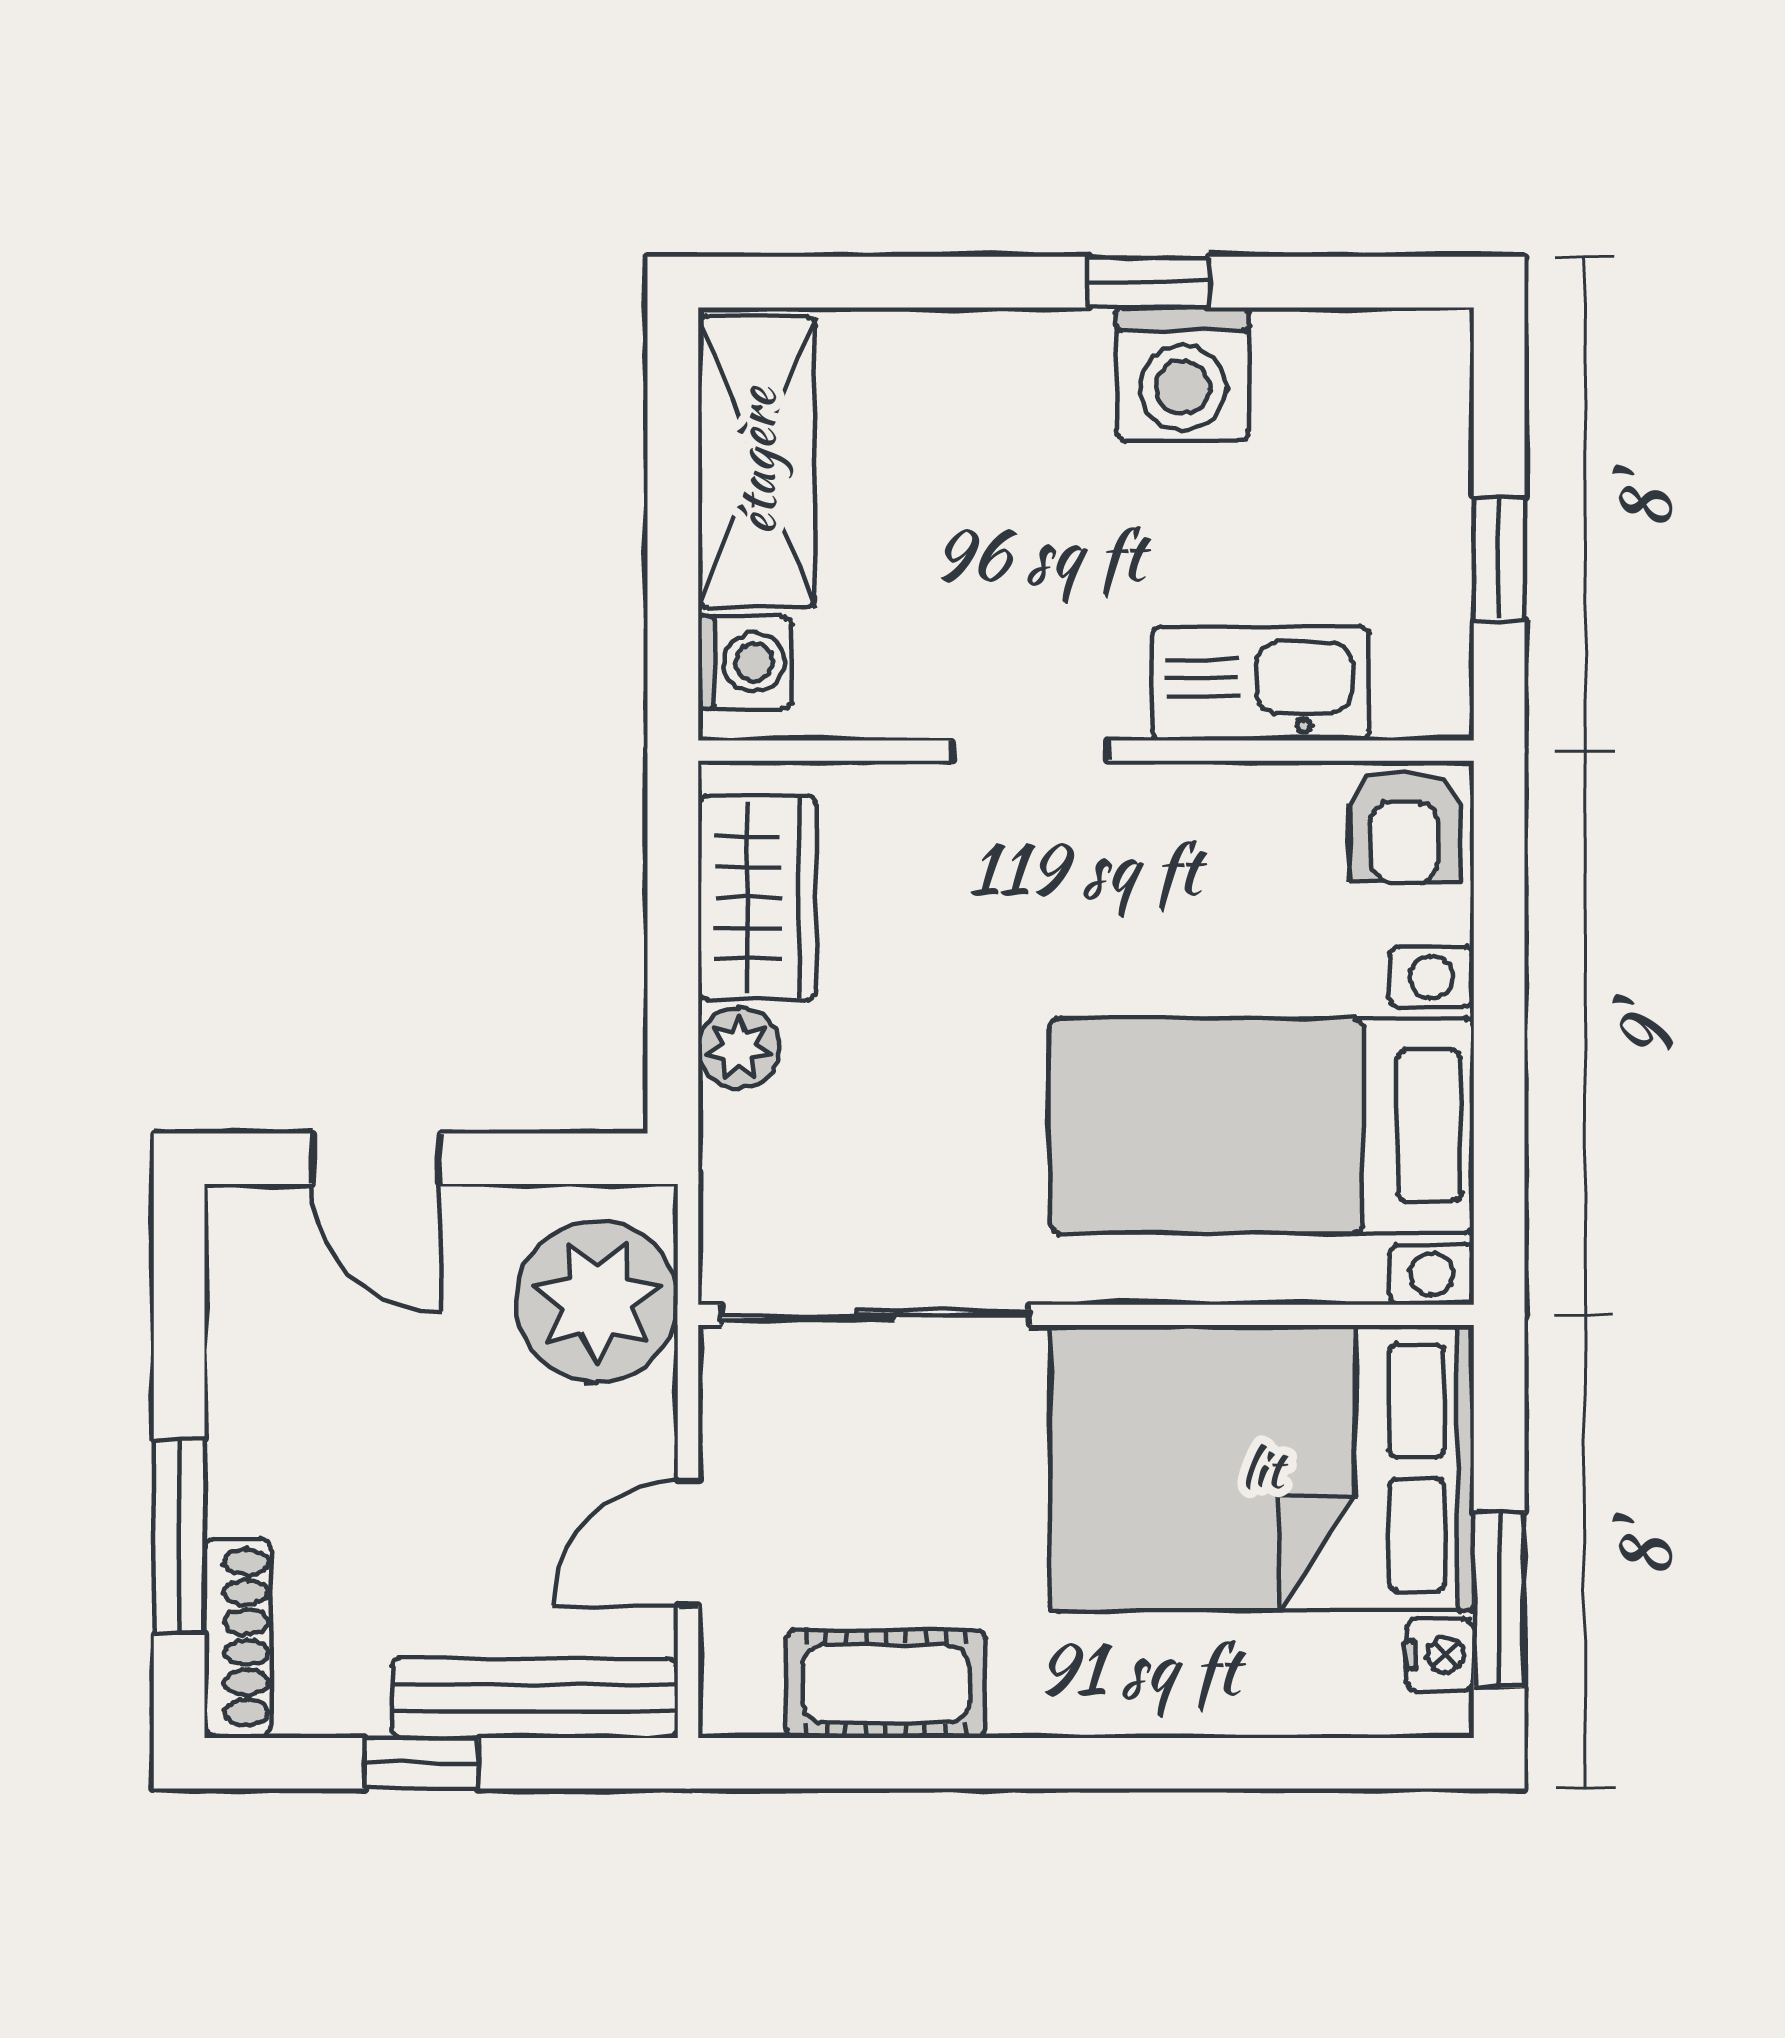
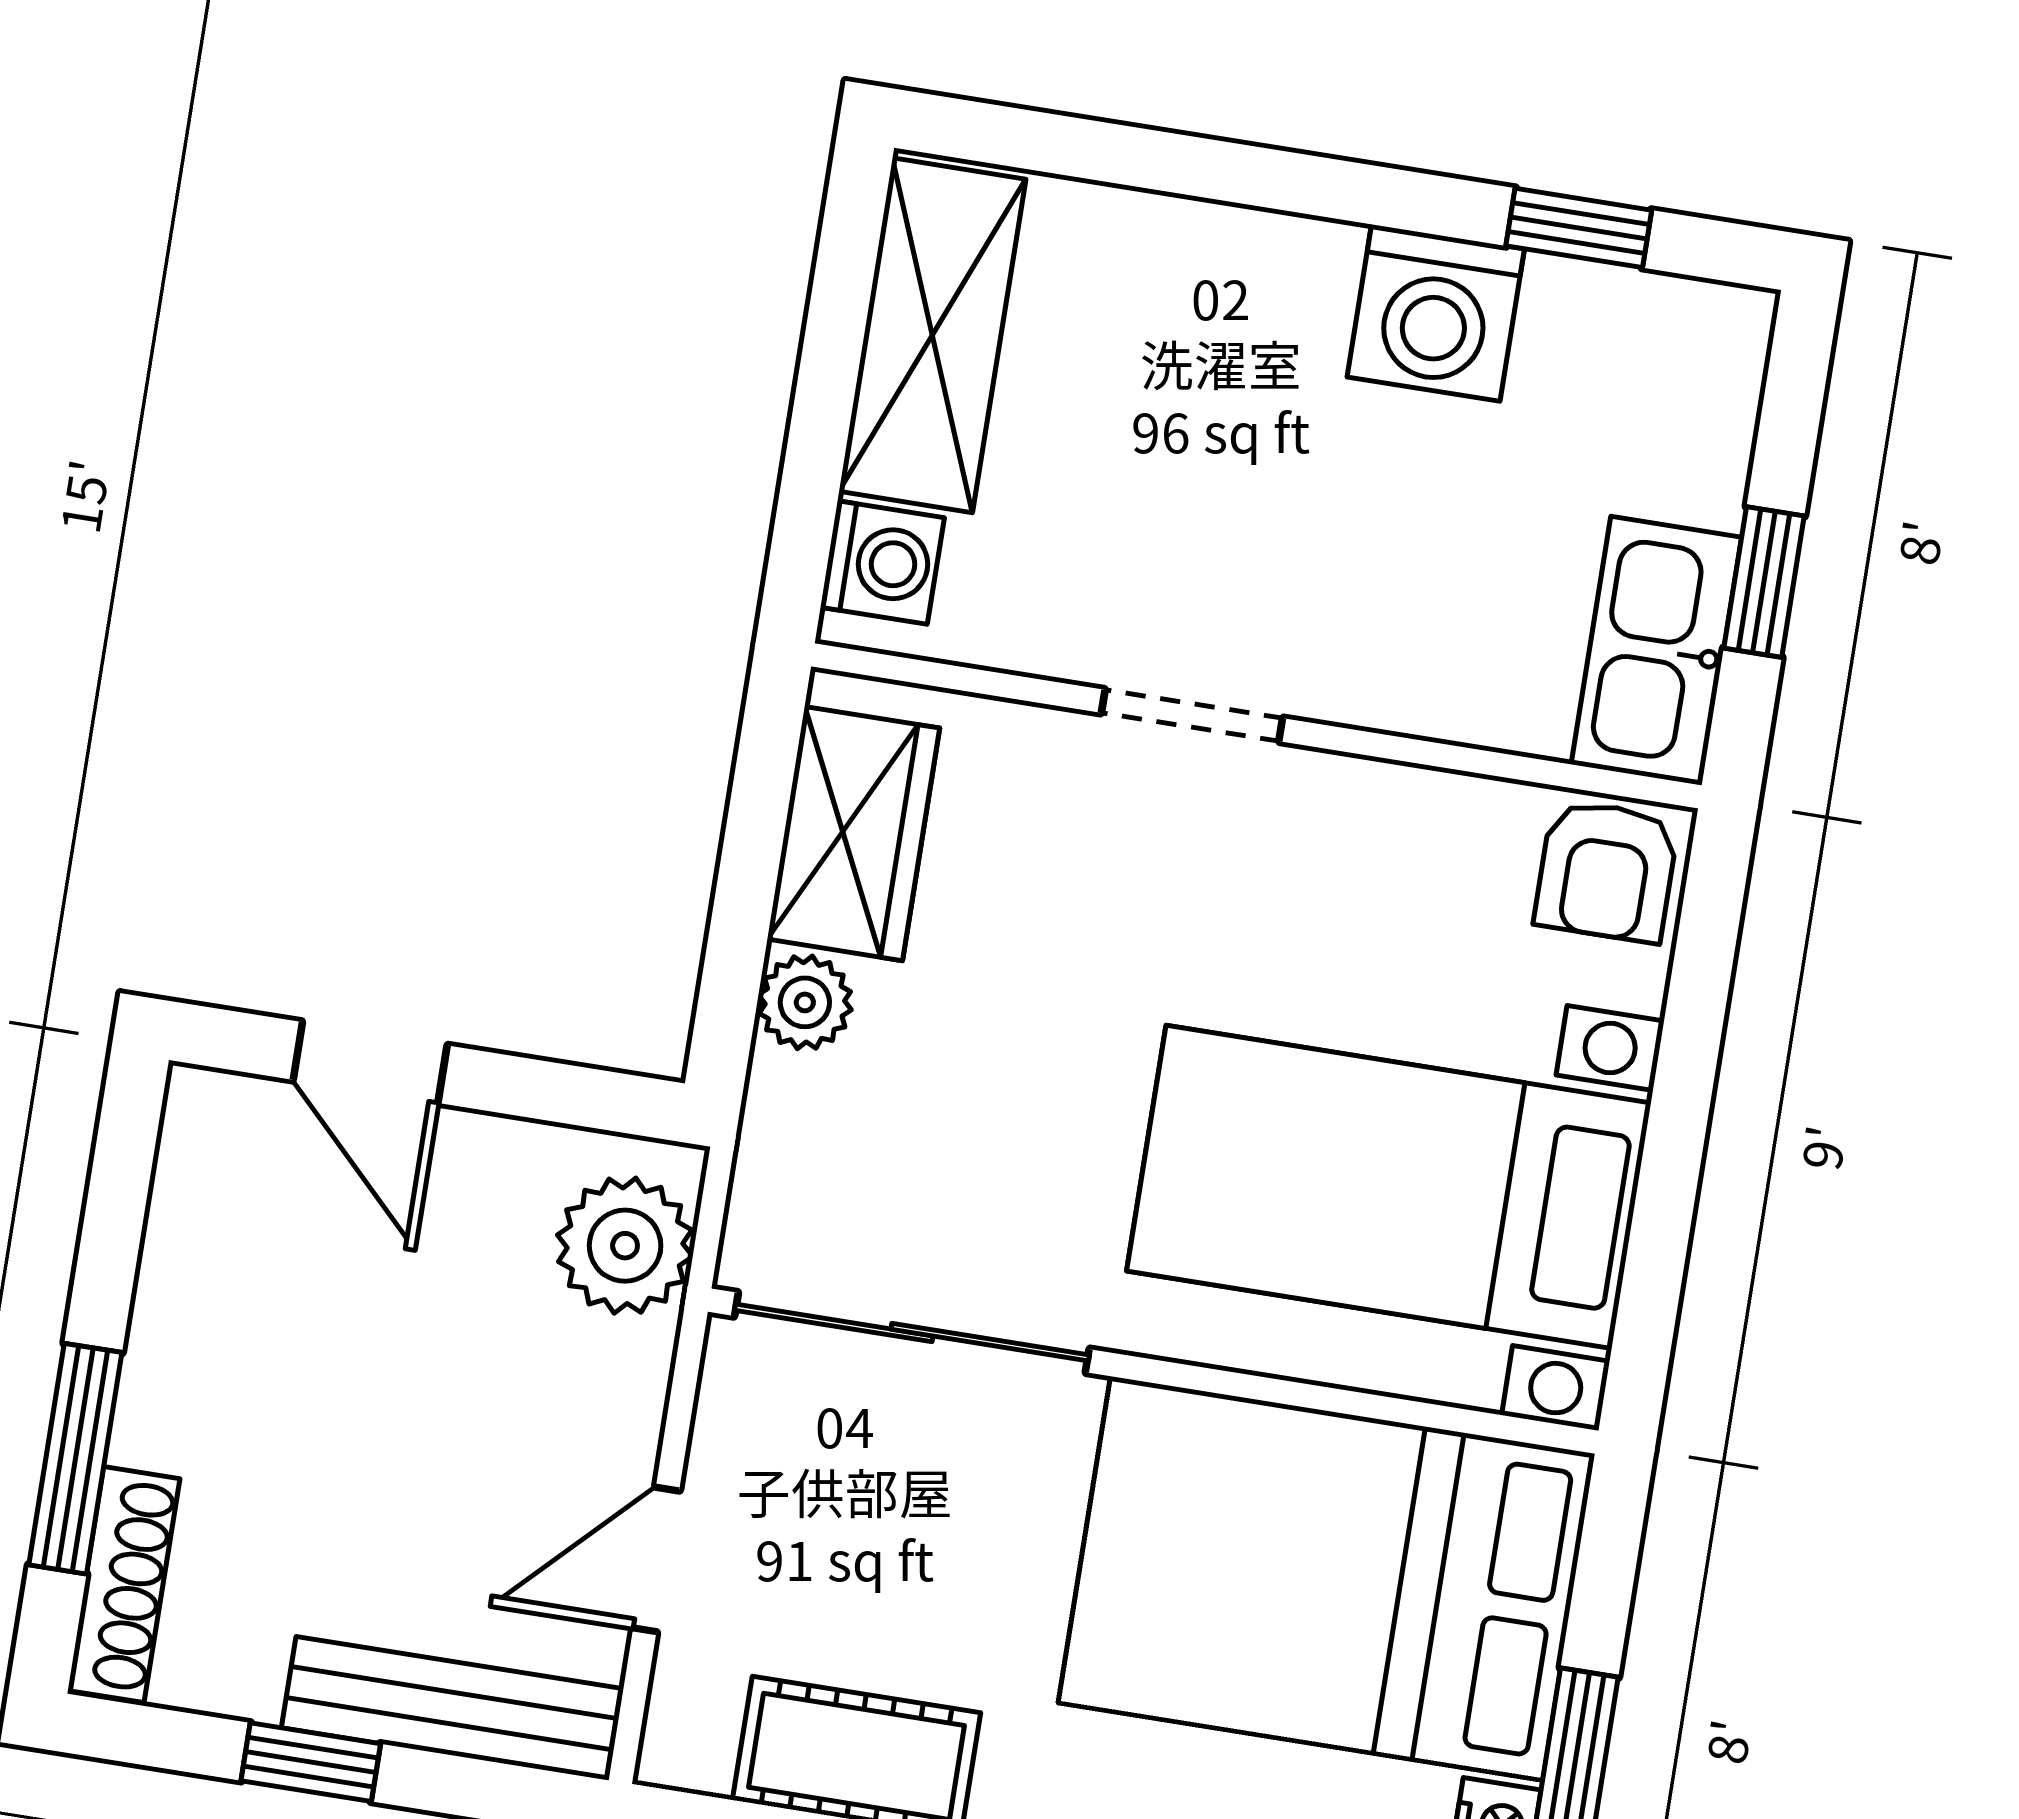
window: (1148, 282) -> (1579, 228), moved
kitchen sink: (1261, 683) -> (1656, 651), moved, turned -90
plant: (597, 1302) -> (625, 1246), width x0.73, depth x0.73

